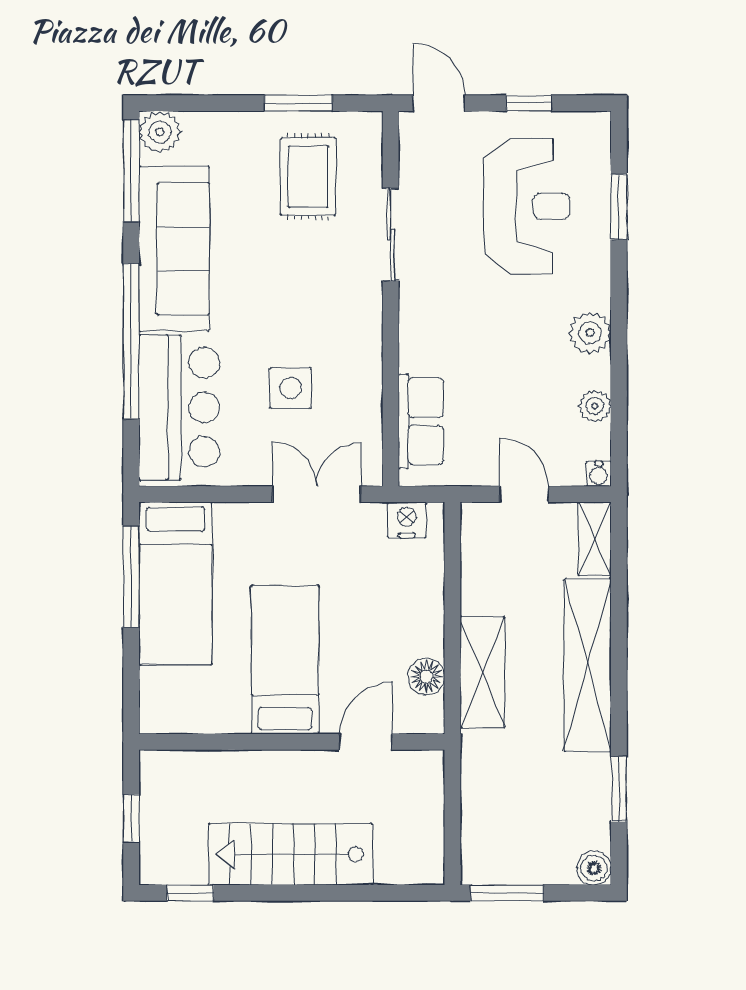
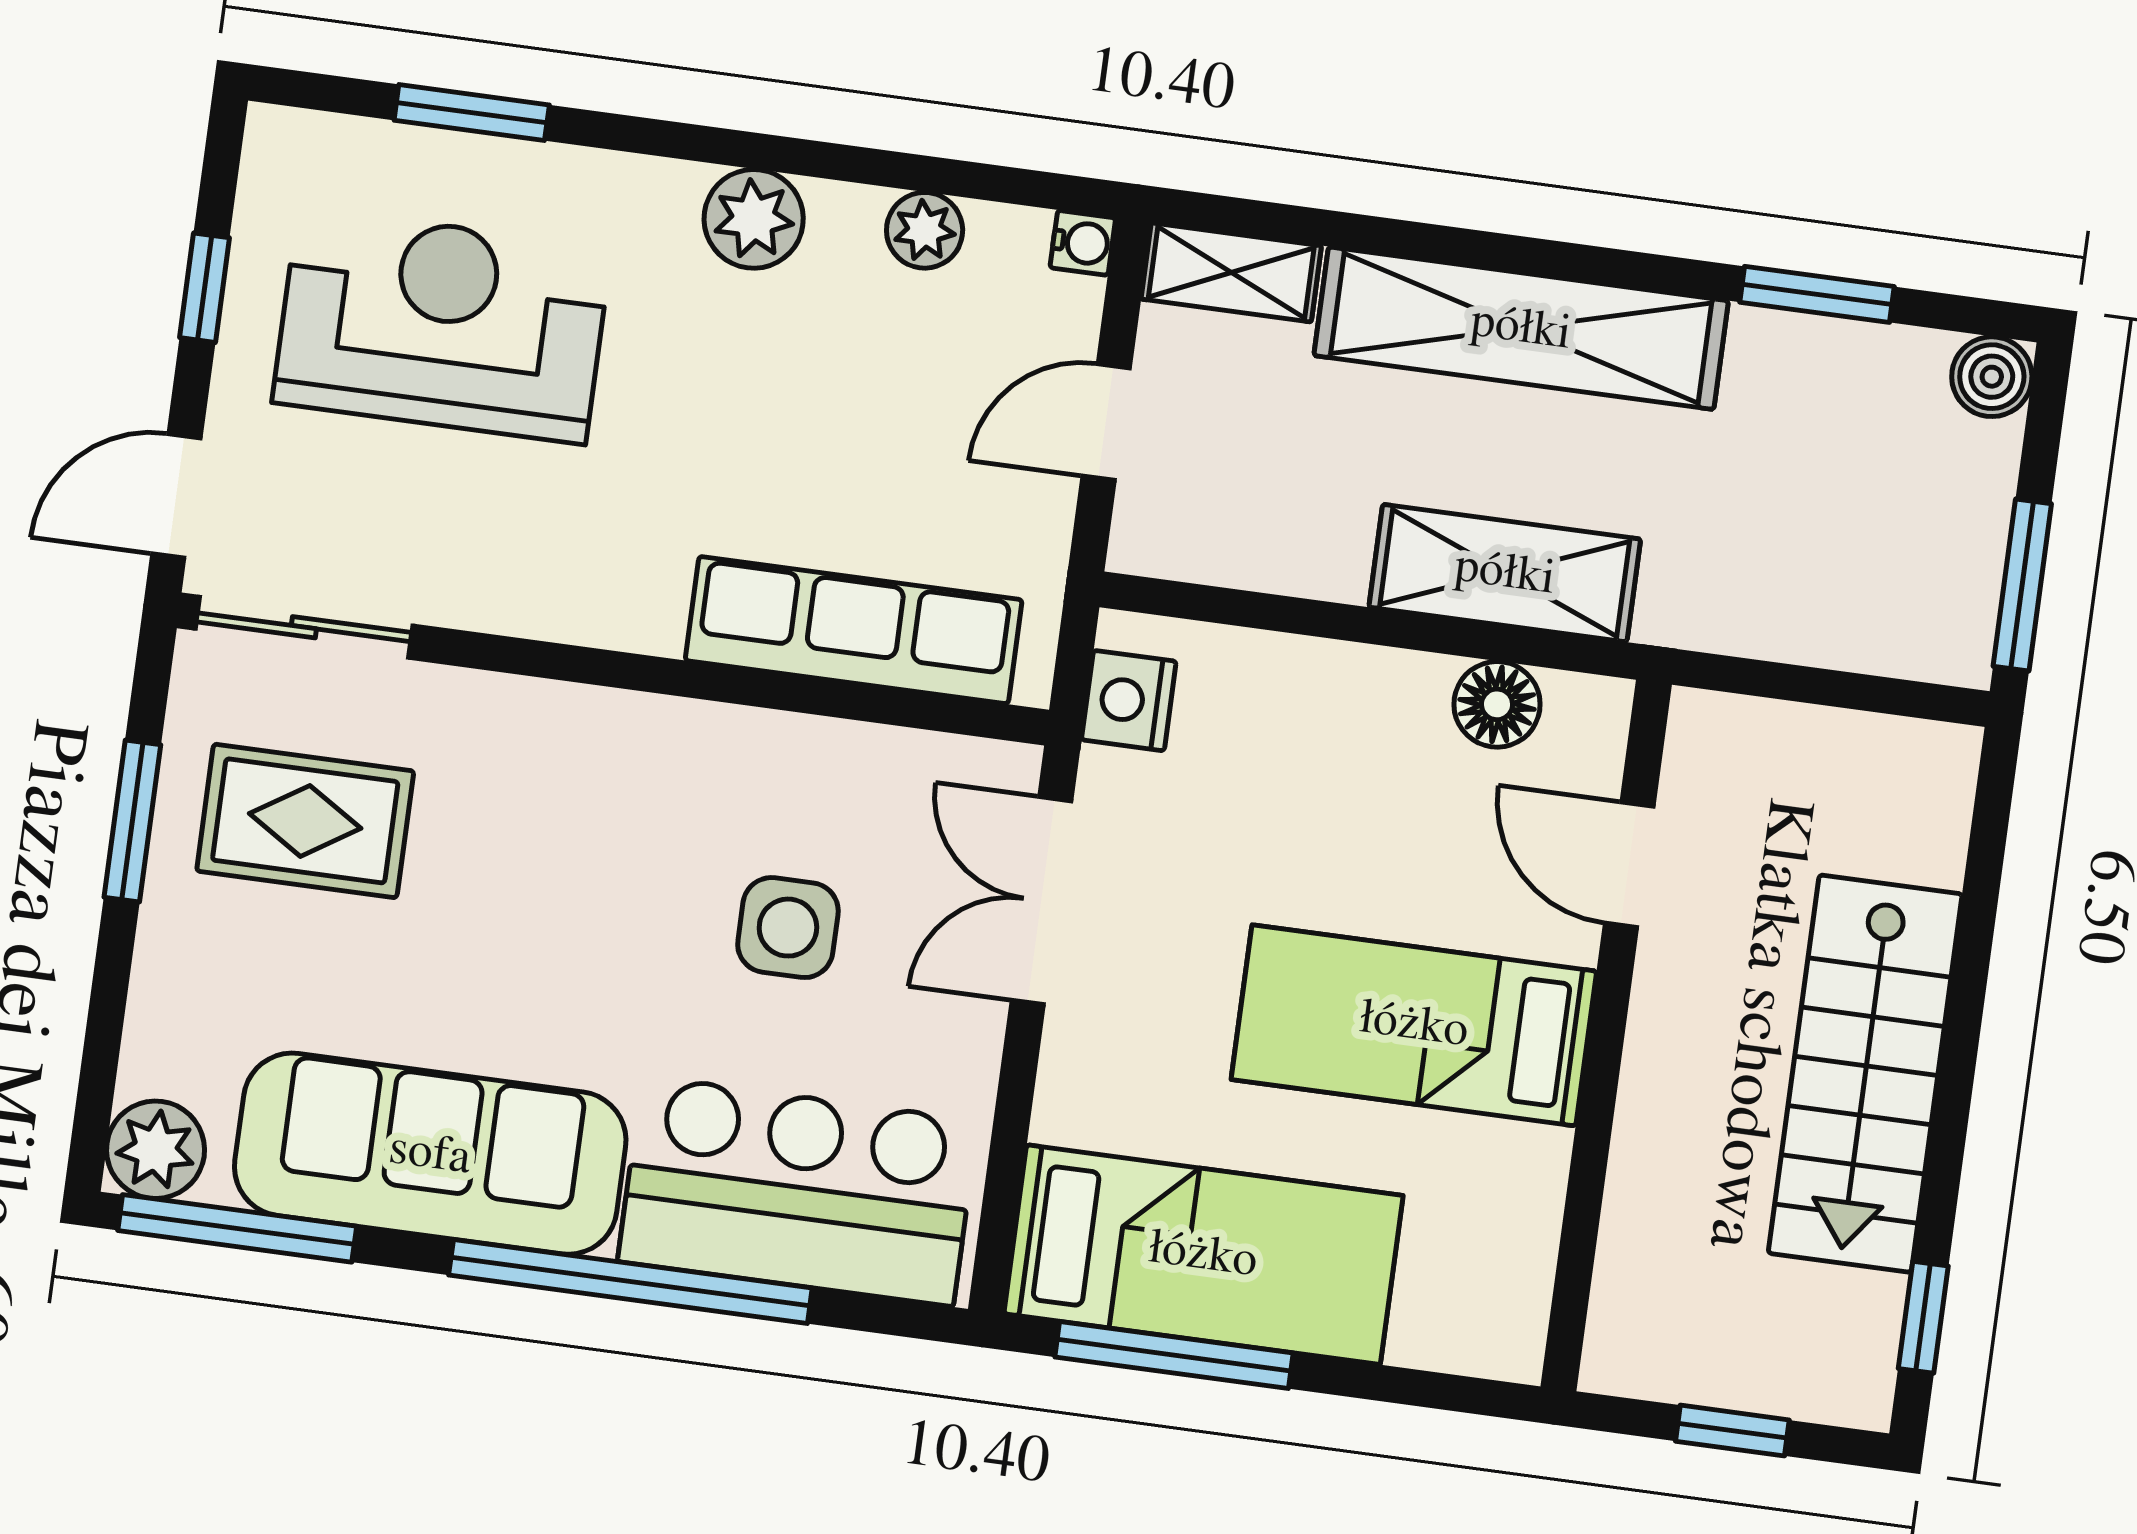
sliding door: (391, 235) -> (304, 627), moved
row of seats: (421, 421) -> (854, 630), width x1.48

